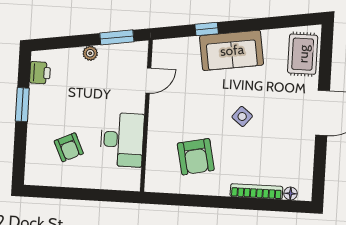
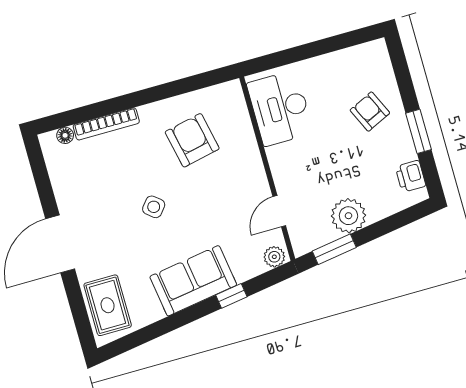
plant: (164, 47) -> (274, 257), added
plant: (90, 53) -> (348, 216), width x1.88, depth x1.88
desk: (122, 140) -> (280, 108), moved
armchair: (69, 147) -> (370, 112), moved

